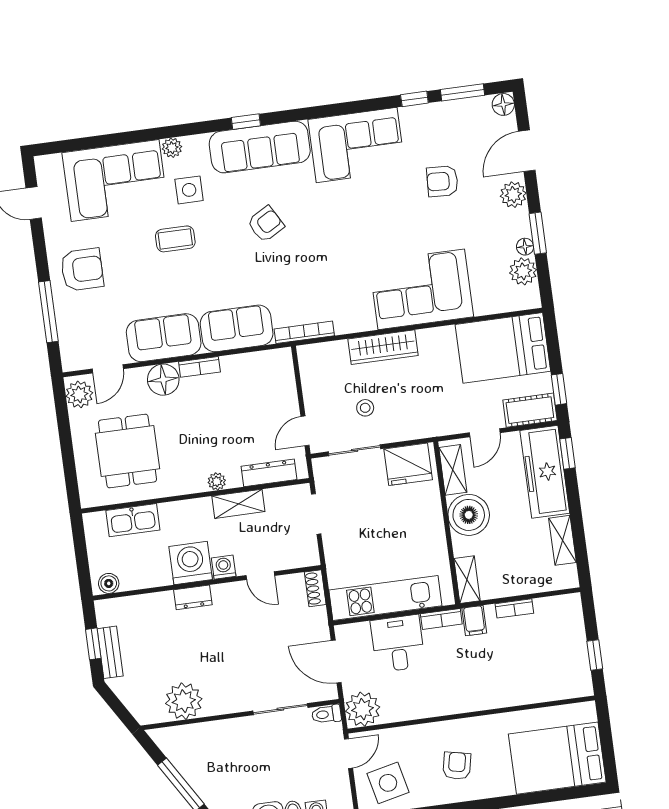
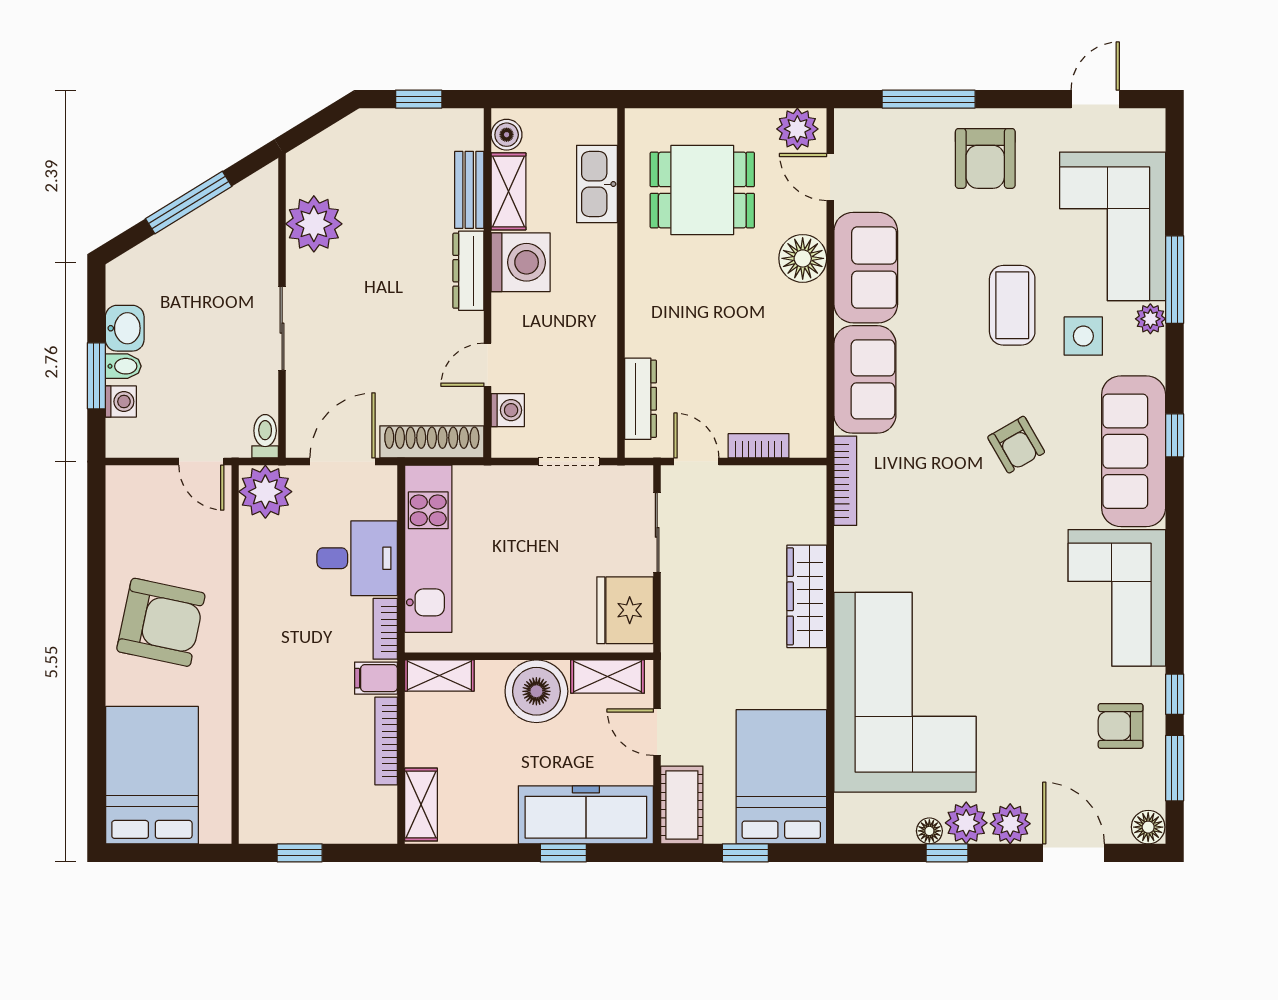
window: (144, 135) -> (1175, 280), added
armchair: (442, 181) -> (1121, 726), moved, turned -93
window: (538, 233) -> (947, 853), width x0.67
coffee table: (175, 239) -> (1012, 305), width x1.36, depth x1.30
plant: (523, 271) -> (966, 823), moved
corner sofa: (421, 289) -> (905, 692), width x1.36, depth x1.36
bookcase: (199, 367) -> (759, 446), moved, turned 90
window: (559, 389) -> (745, 853), moved
stool: (365, 408) -> (719, 557), removed
window: (568, 453) -> (563, 853), moved
plant: (217, 481) -> (638, 318), removed
shelving: (238, 504) -> (509, 191), moved
shelving: (562, 540) -> (421, 805), moved, turned 90
washing machine: (224, 567) -> (508, 410), moved
shoe rack: (315, 588) -> (432, 442), width x1.94, depth x1.24
dresser: (193, 597) -> (468, 271), width x1.44
bookcase: (514, 608) -> (386, 741), width x1.56
bench: (110, 652) -> (469, 190), moved, turned 90
sliding door: (280, 709) -> (282, 328), moved
armchair: (457, 766) -> (161, 622), width x1.88, depth x1.88
side table: (388, 783) -> (149, 515), removed

